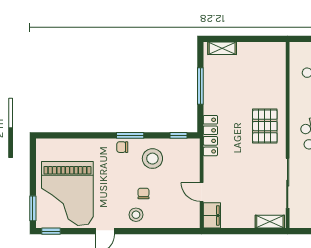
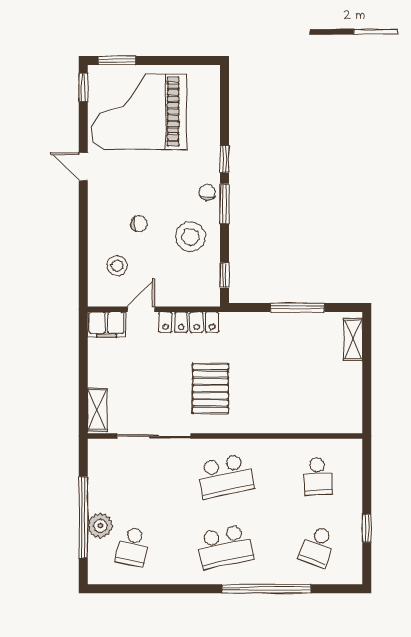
pallet: (265, 126) -> (210, 389), moved, turned 90
window: (100, 135) -> (225, 159), added
locker: (210, 136) -> (189, 322), moved
stool: (136, 215) -> (117, 266), moved

